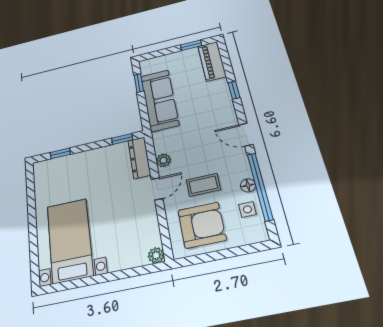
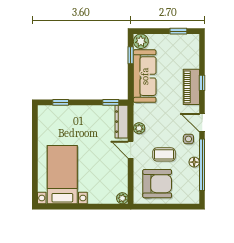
piano: (212, 61) -> (191, 87), moved
plant: (148, 66) -> (141, 41), added
door: (157, 189) -> (131, 150), swing flipped
side table: (247, 209) -> (188, 139), moved

